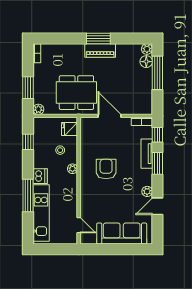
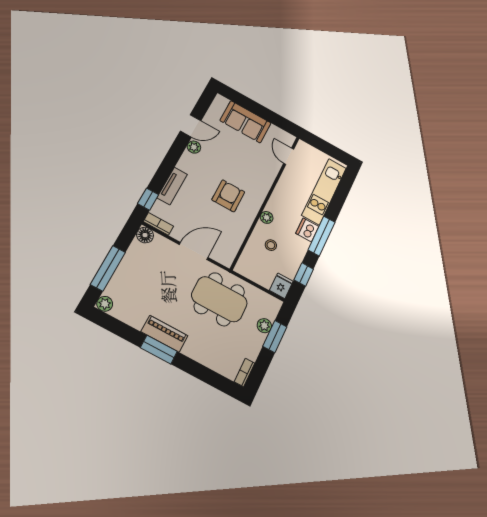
floor lamp: (146, 62) -> (145, 235), moved
plant: (38, 109) -> (264, 326), moved
door: (109, 116) -> (194, 251), swing flipped
fridge: (70, 129) -> (281, 286), moved, turned -90
window: (157, 163) -> (166, 169), removed
armchair: (106, 169) -> (228, 196), turned 180
window: (28, 195) -> (322, 236), moved
sofa: (122, 234) -> (246, 122), width x0.73

